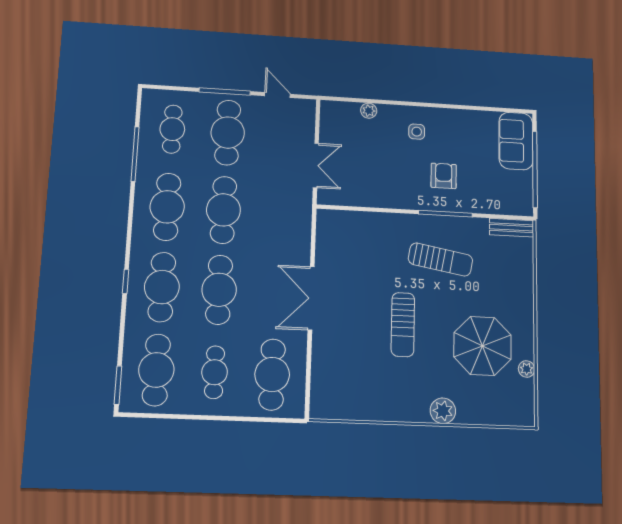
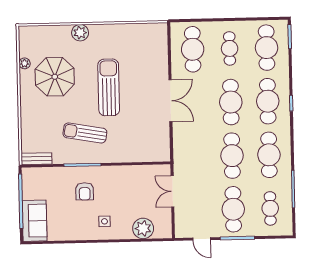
plant: (369, 111) -> (143, 228), width x1.87, depth x1.87
sun lounger: (403, 325) -> (109, 87), width x1.36, depth x1.34

